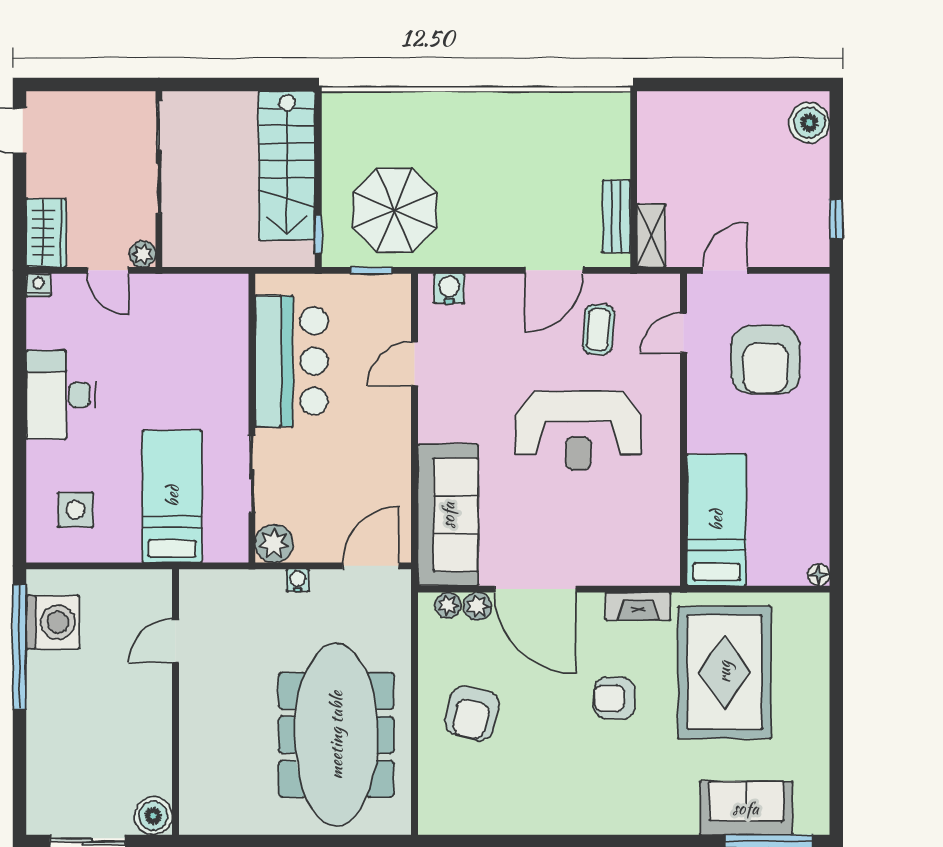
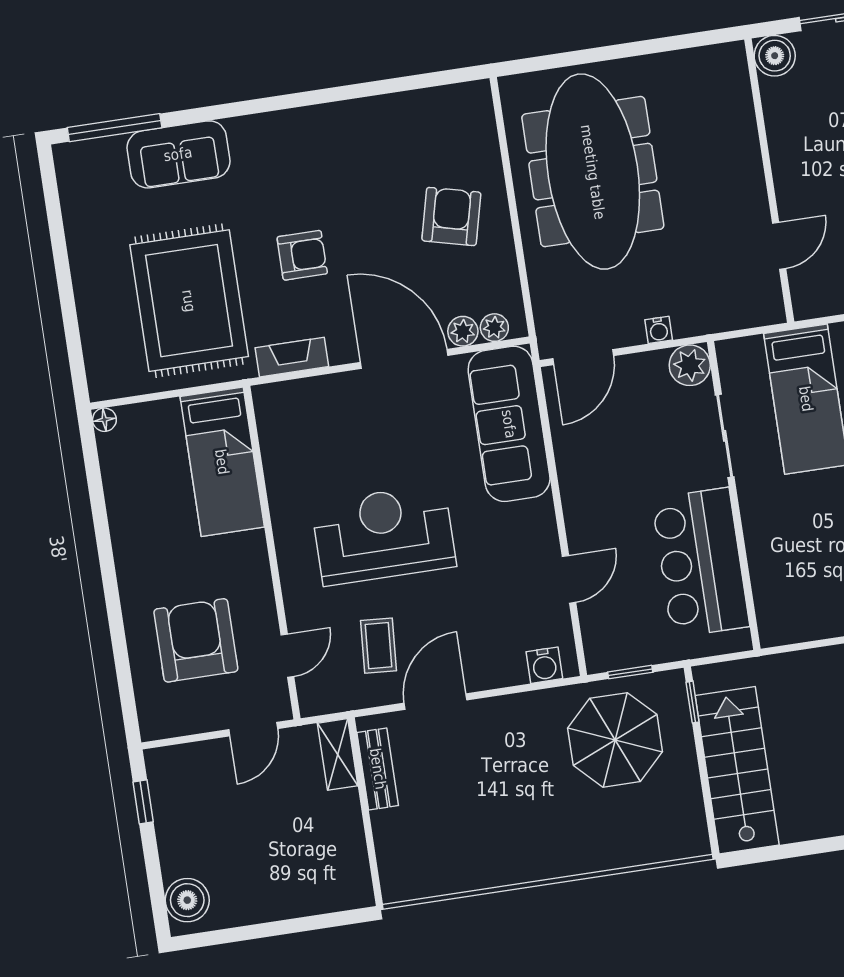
sofa: (746, 808) -> (178, 154), moved

